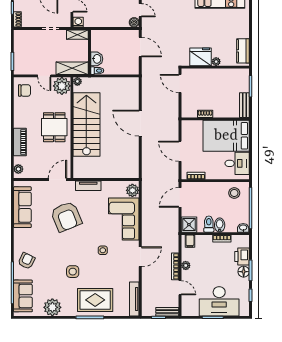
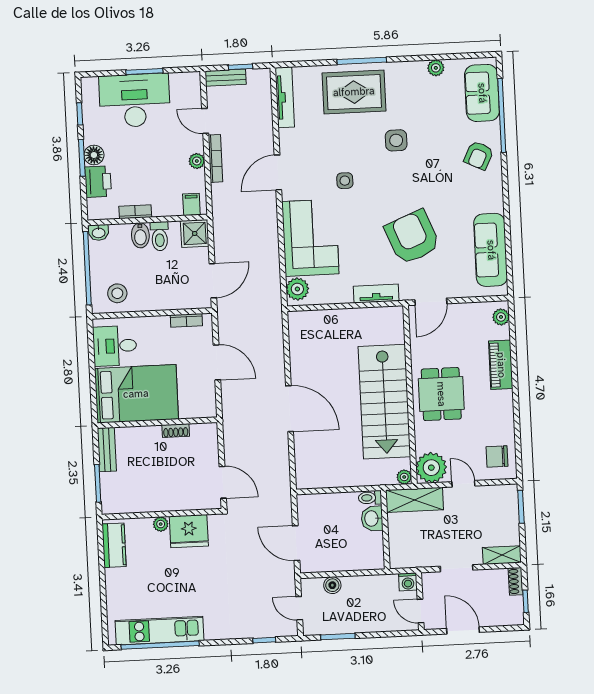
boiler: (134, 22) -> (332, 585), moved
shelving: (77, 35) -> (502, 555), moved
plant: (52, 307) -> (436, 68), width x0.53, depth x0.53

